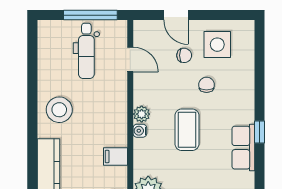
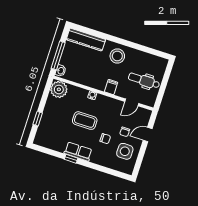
window: (90, 15) -> (162, 89), removed
plant: (142, 114) -> (101, 99), removed
row of seats: (243, 148) -> (78, 152), moved
filing cabinet: (115, 157) -> (111, 87), moved

